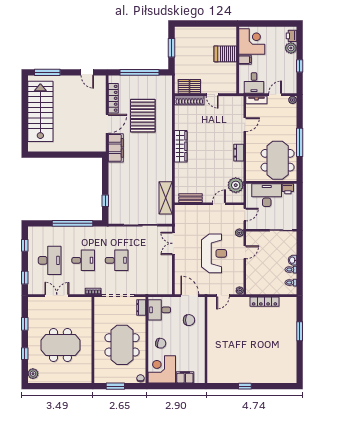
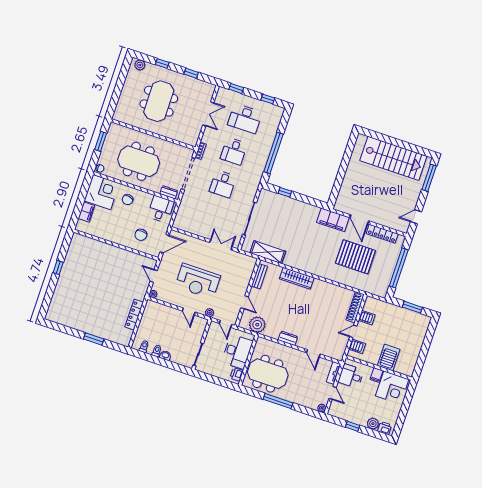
server rack: (184, 86) -> (357, 346), moved
wardrobe: (181, 146) -> (297, 278), moved

